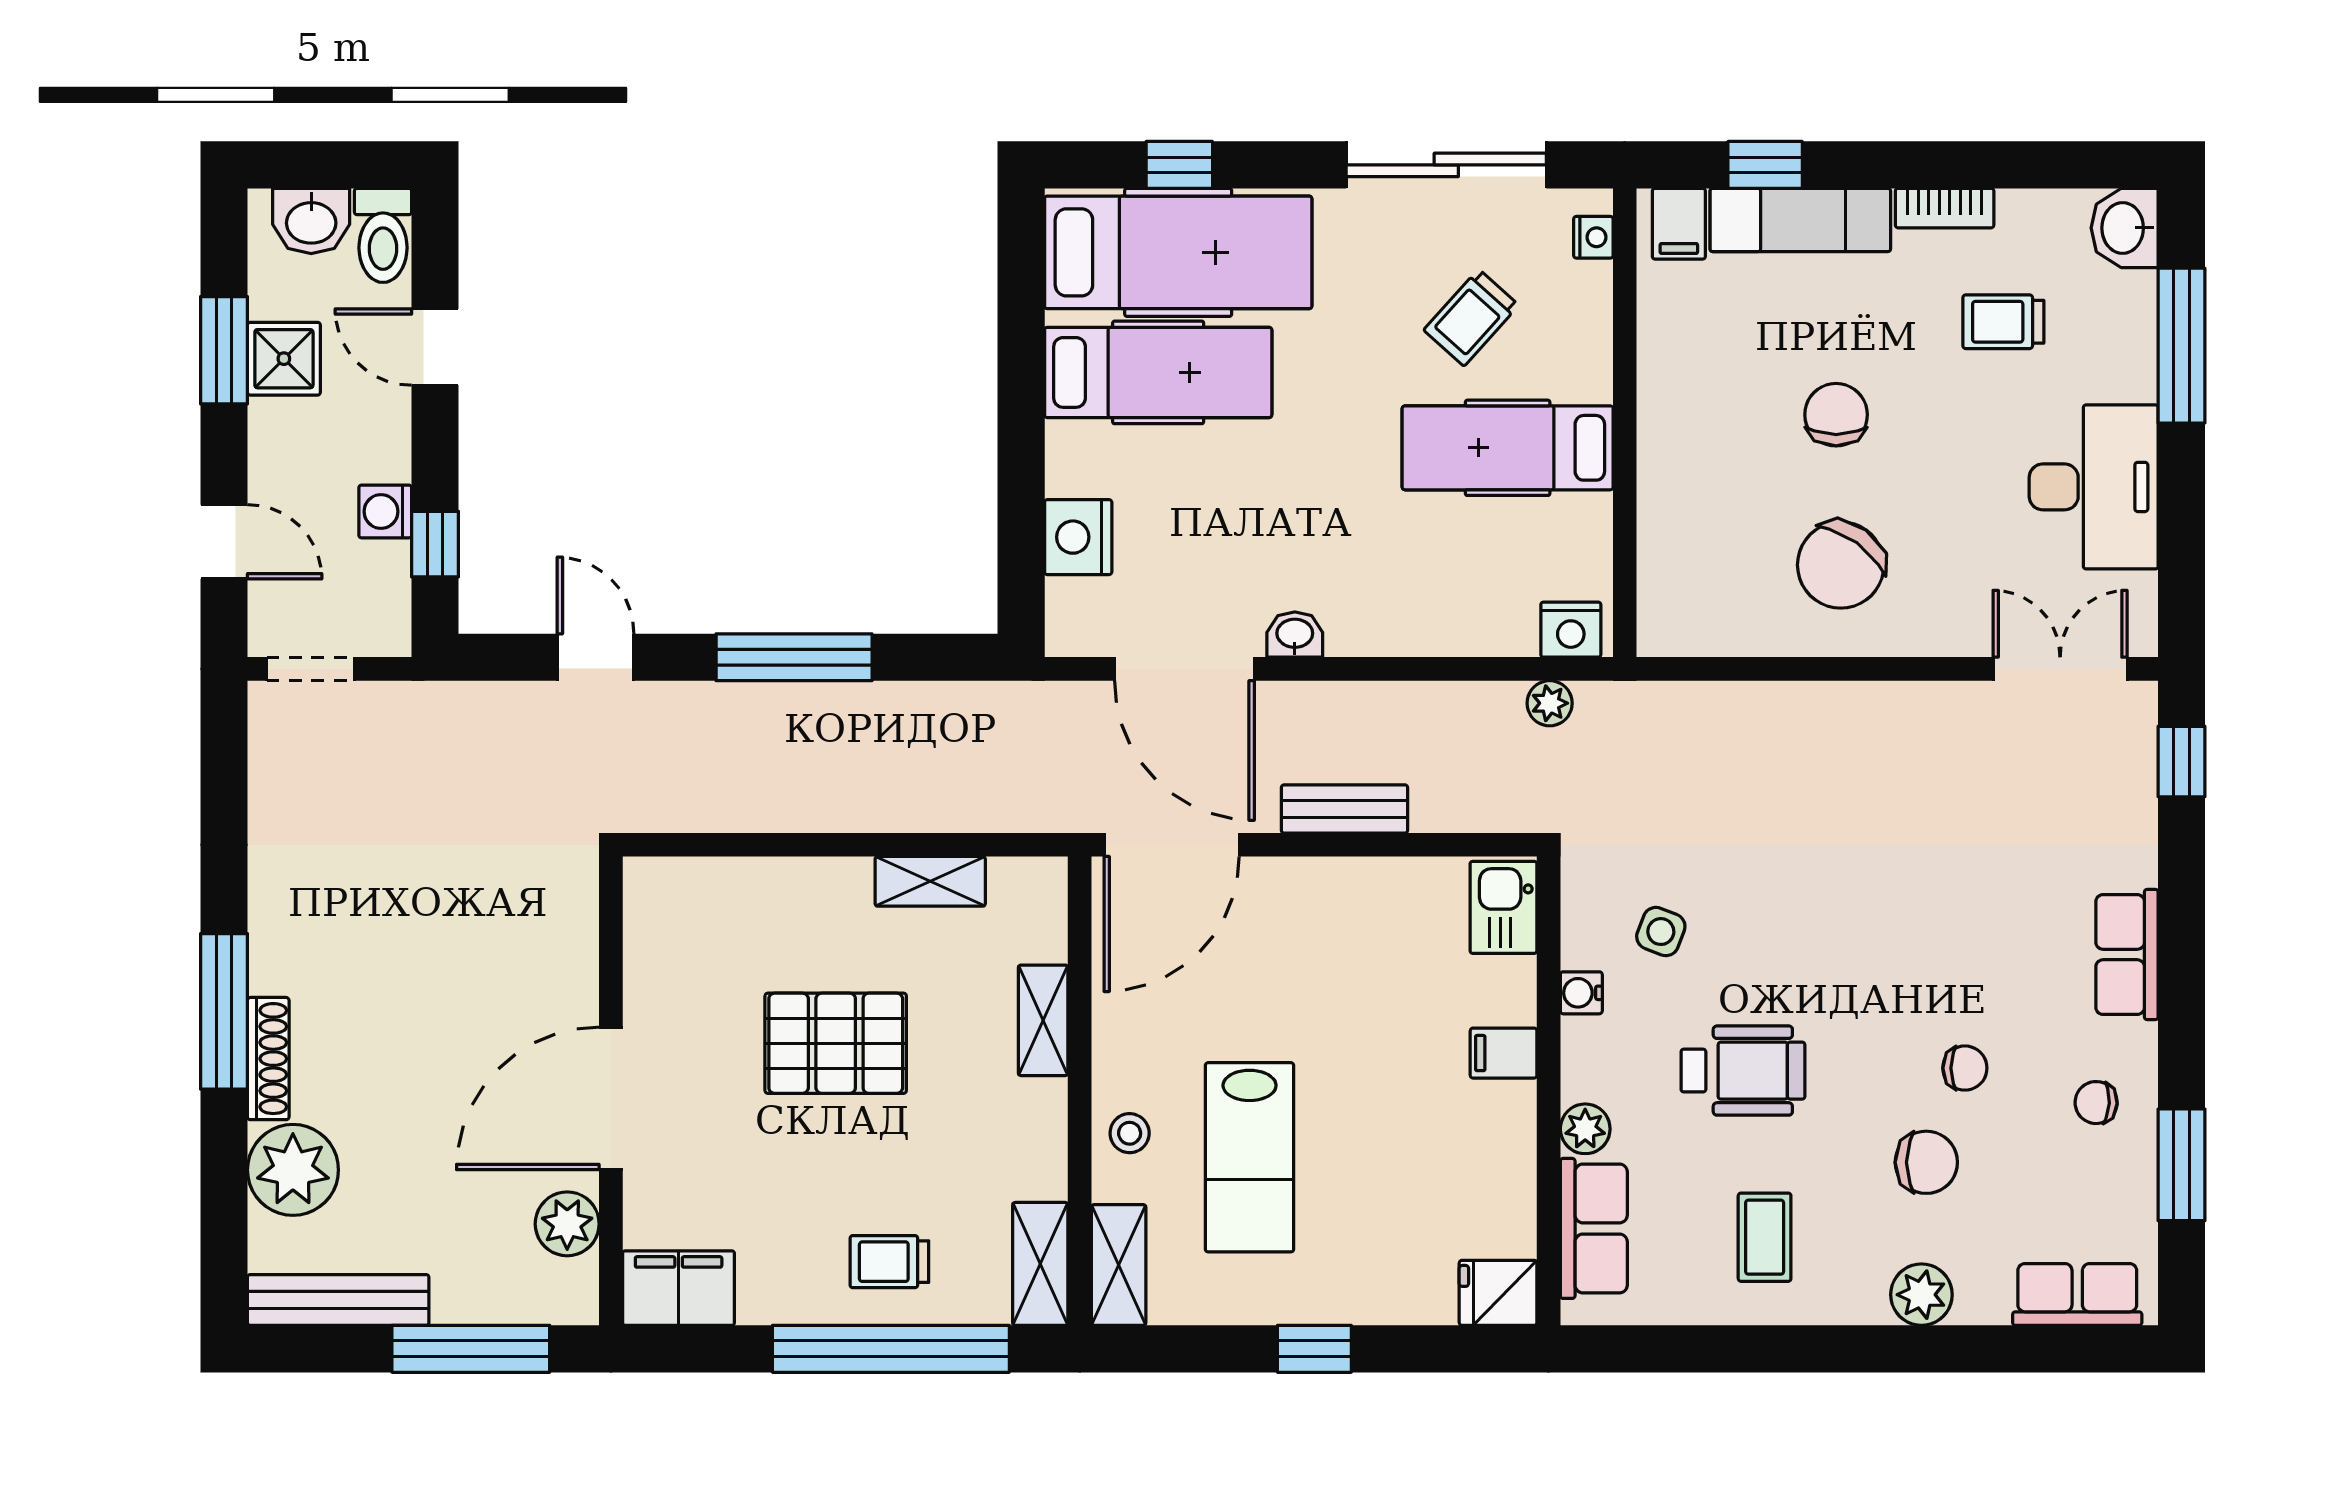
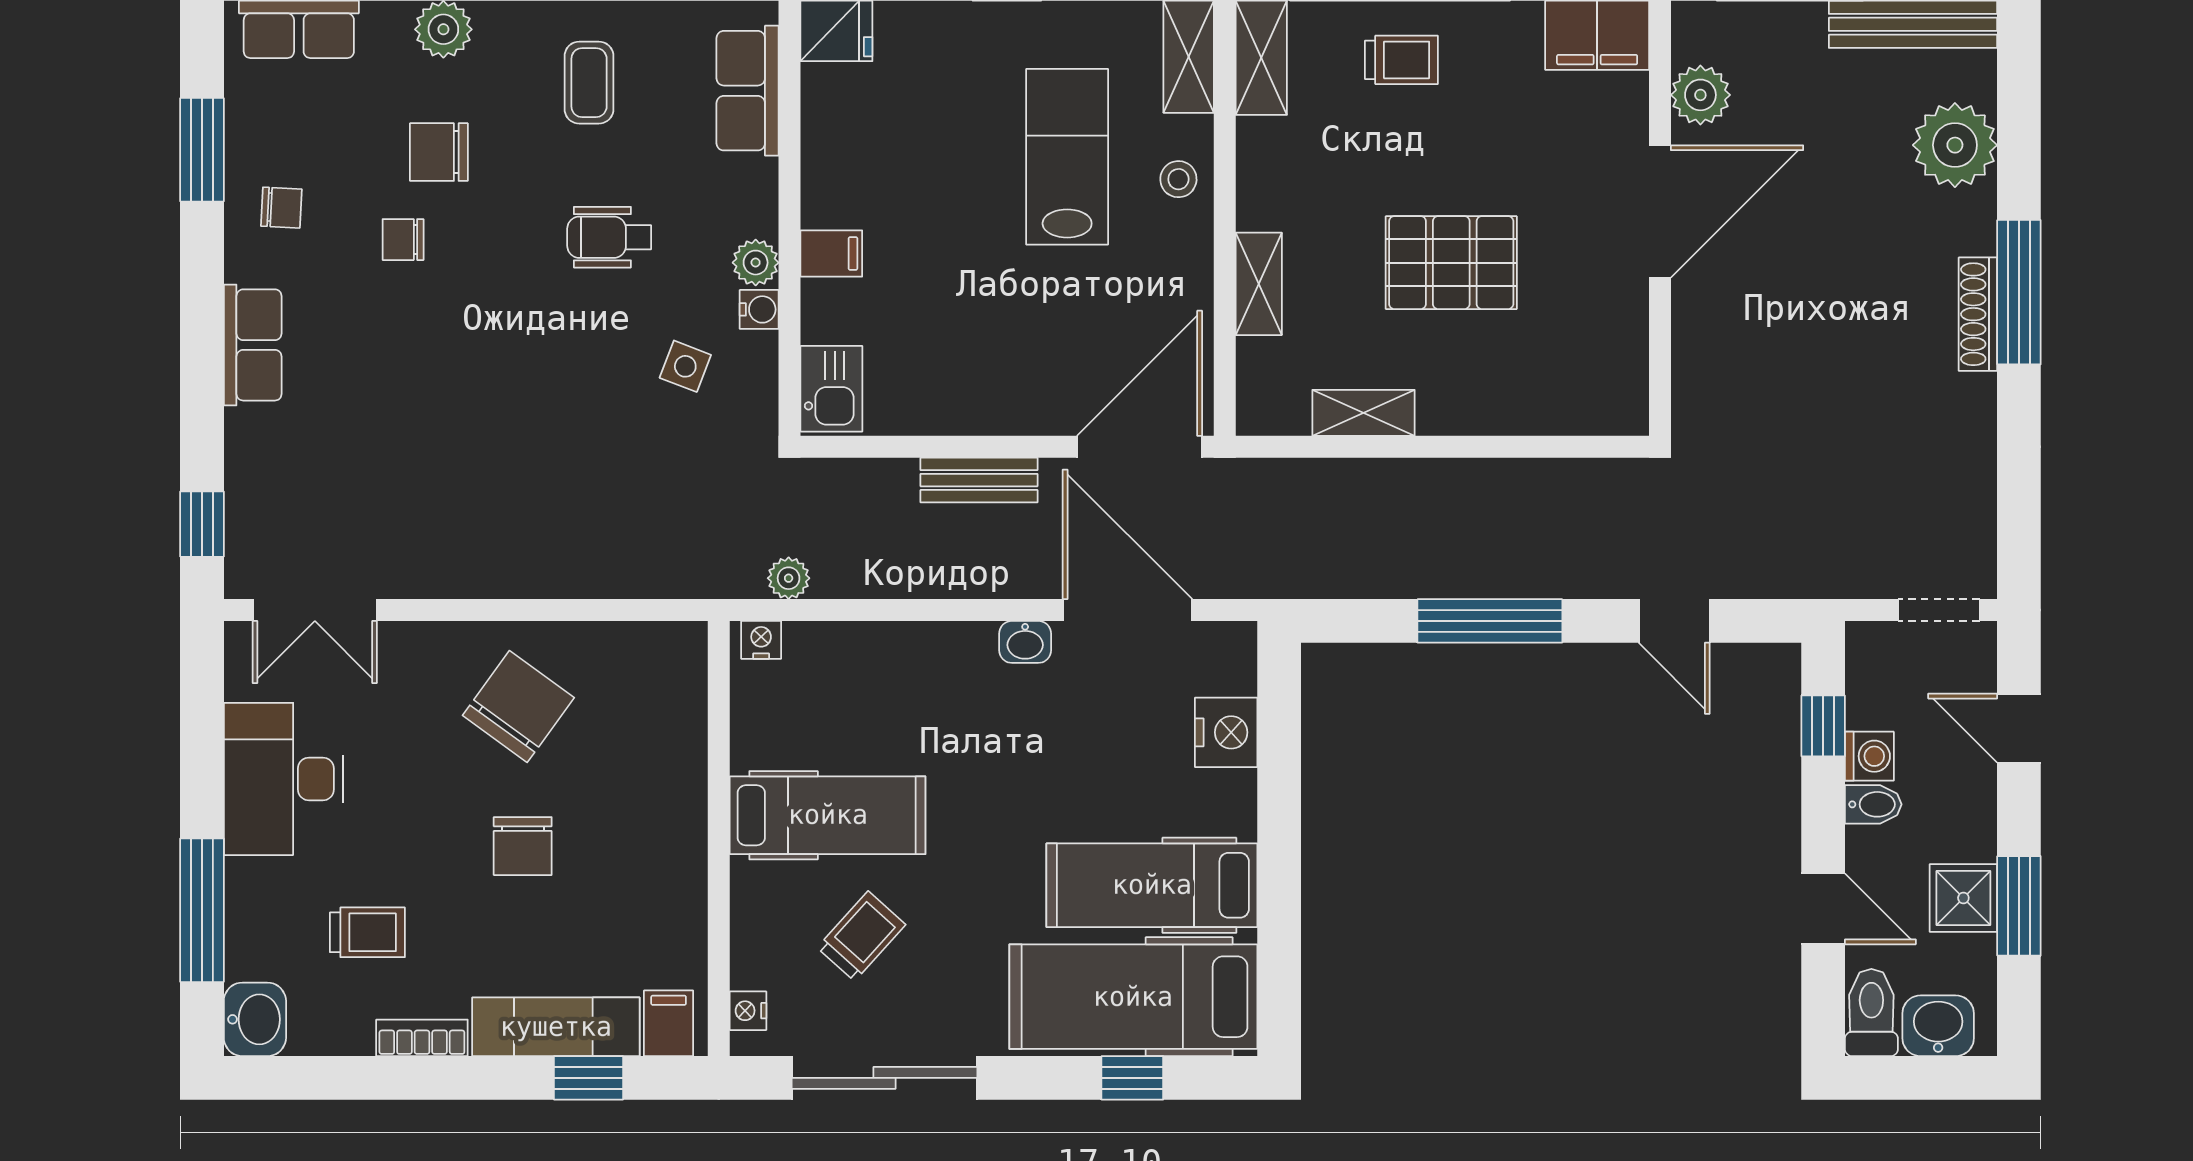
bidet: (381, 460) -> (1873, 804), added
nightstand: (1571, 630) -> (761, 640), width x0.72, depth x0.74
shoe rack: (268, 1059) -> (1978, 314), moved
wheelchair: (1743, 1071) -> (609, 237), width x0.73, depth x0.73
plant: (1585, 1129) -> (756, 263), moved

